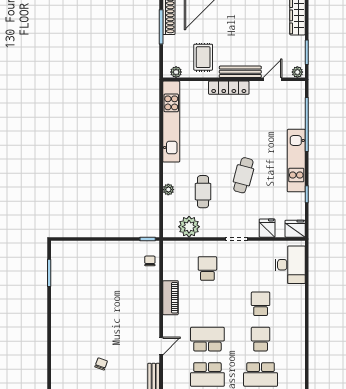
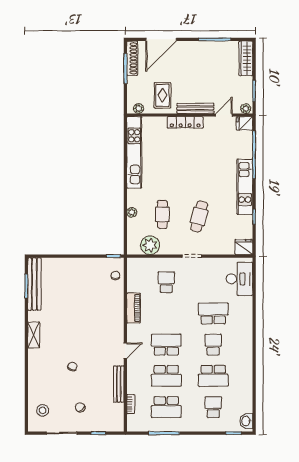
cafe table: (243, 175) -> (199, 216), moved
fridge: (267, 228) -> (244, 123), moved, turned -90
bench: (58, 270) -> (34, 284), added
school desk: (261, 304) -> (213, 313), width x1.85
shelving: (57, 328) -> (34, 335), added

